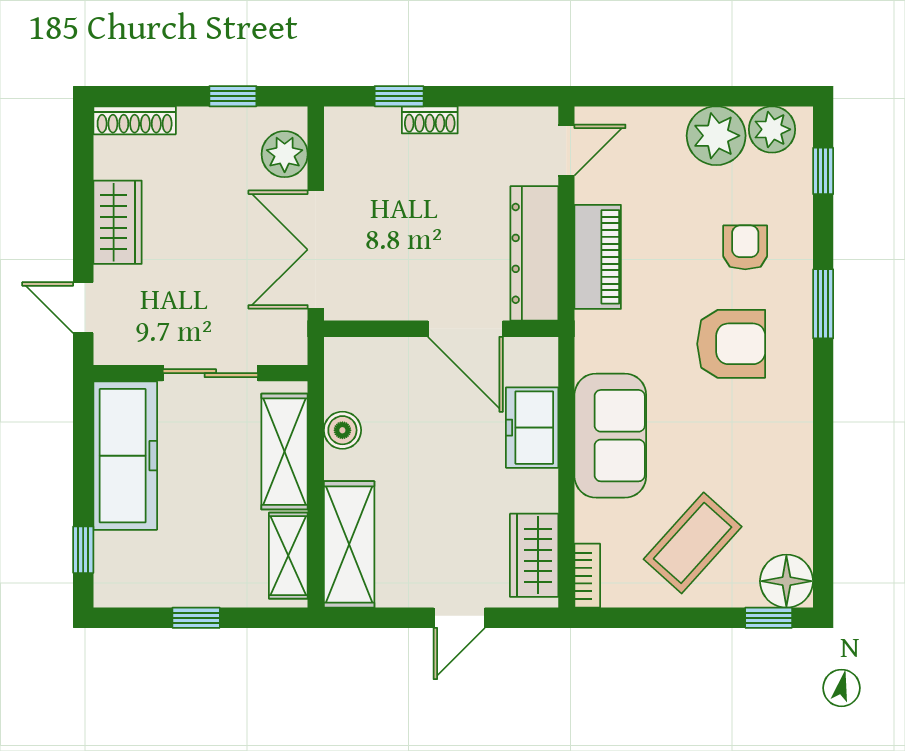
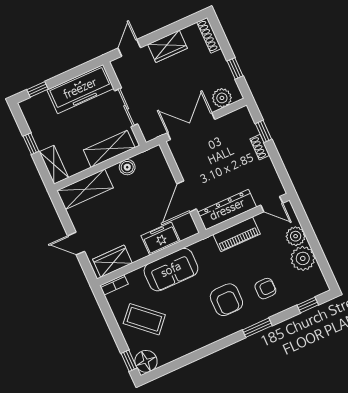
plant: (772, 129) -> (296, 236), moved
shelving: (288, 556) -> (54, 165), moved, turned 90

